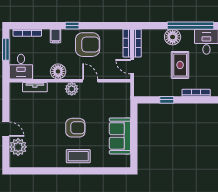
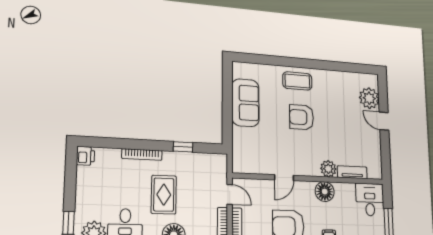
door: (90, 81) -> (284, 178), hinge flipped
plant: (72, 89) -> (328, 169), moved

